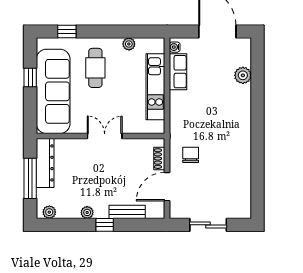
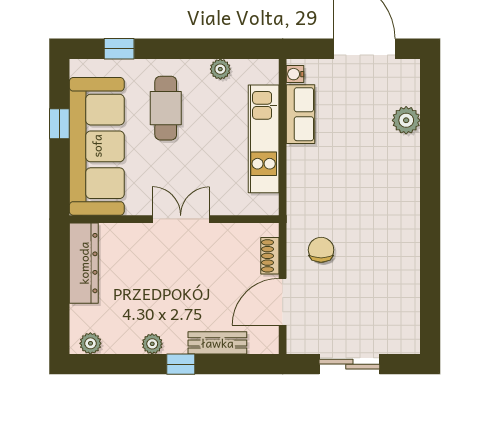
window: (30, 178) -> (59, 288), removed

